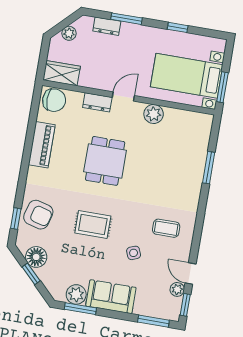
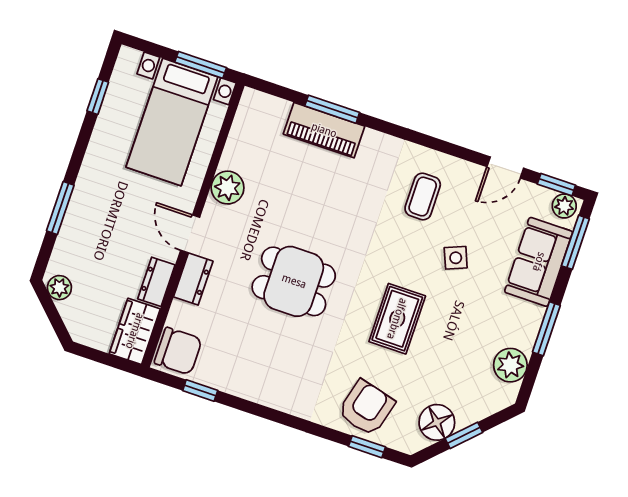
dresser: (107, 26) -> (156, 282), moved, turned 180
window: (178, 27) -> (98, 97), moved
plant: (69, 33) -> (59, 288), moved
chair: (54, 100) -> (178, 351), turned 90
window: (33, 117) -> (200, 391), added
piano: (42, 145) -> (324, 130), moved, turned 180
plant: (177, 289) -> (564, 206), moved
sofa: (111, 297) -> (539, 262), moved
window: (80, 309) -> (546, 329), moved

